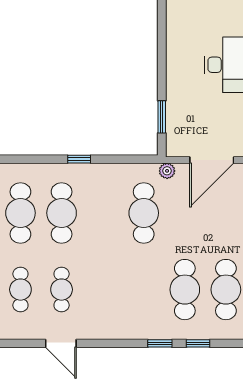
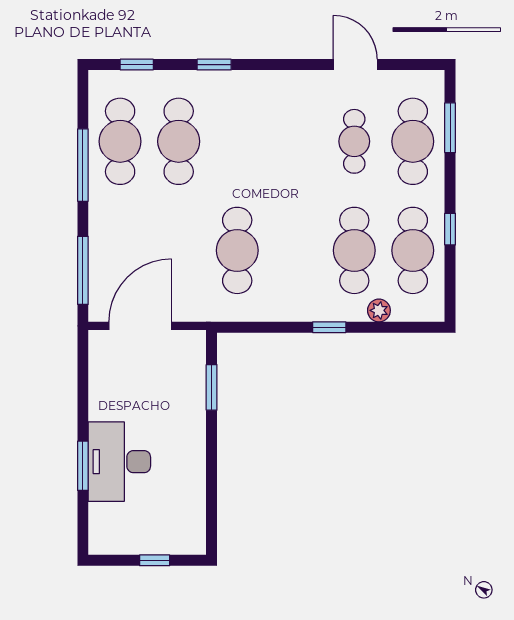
plant: (167, 171) -> (379, 310), moved
cafe table: (20, 290) -> (413, 141), width x1.37, depth x1.35
window: (198, 343) -> (137, 65), moved

